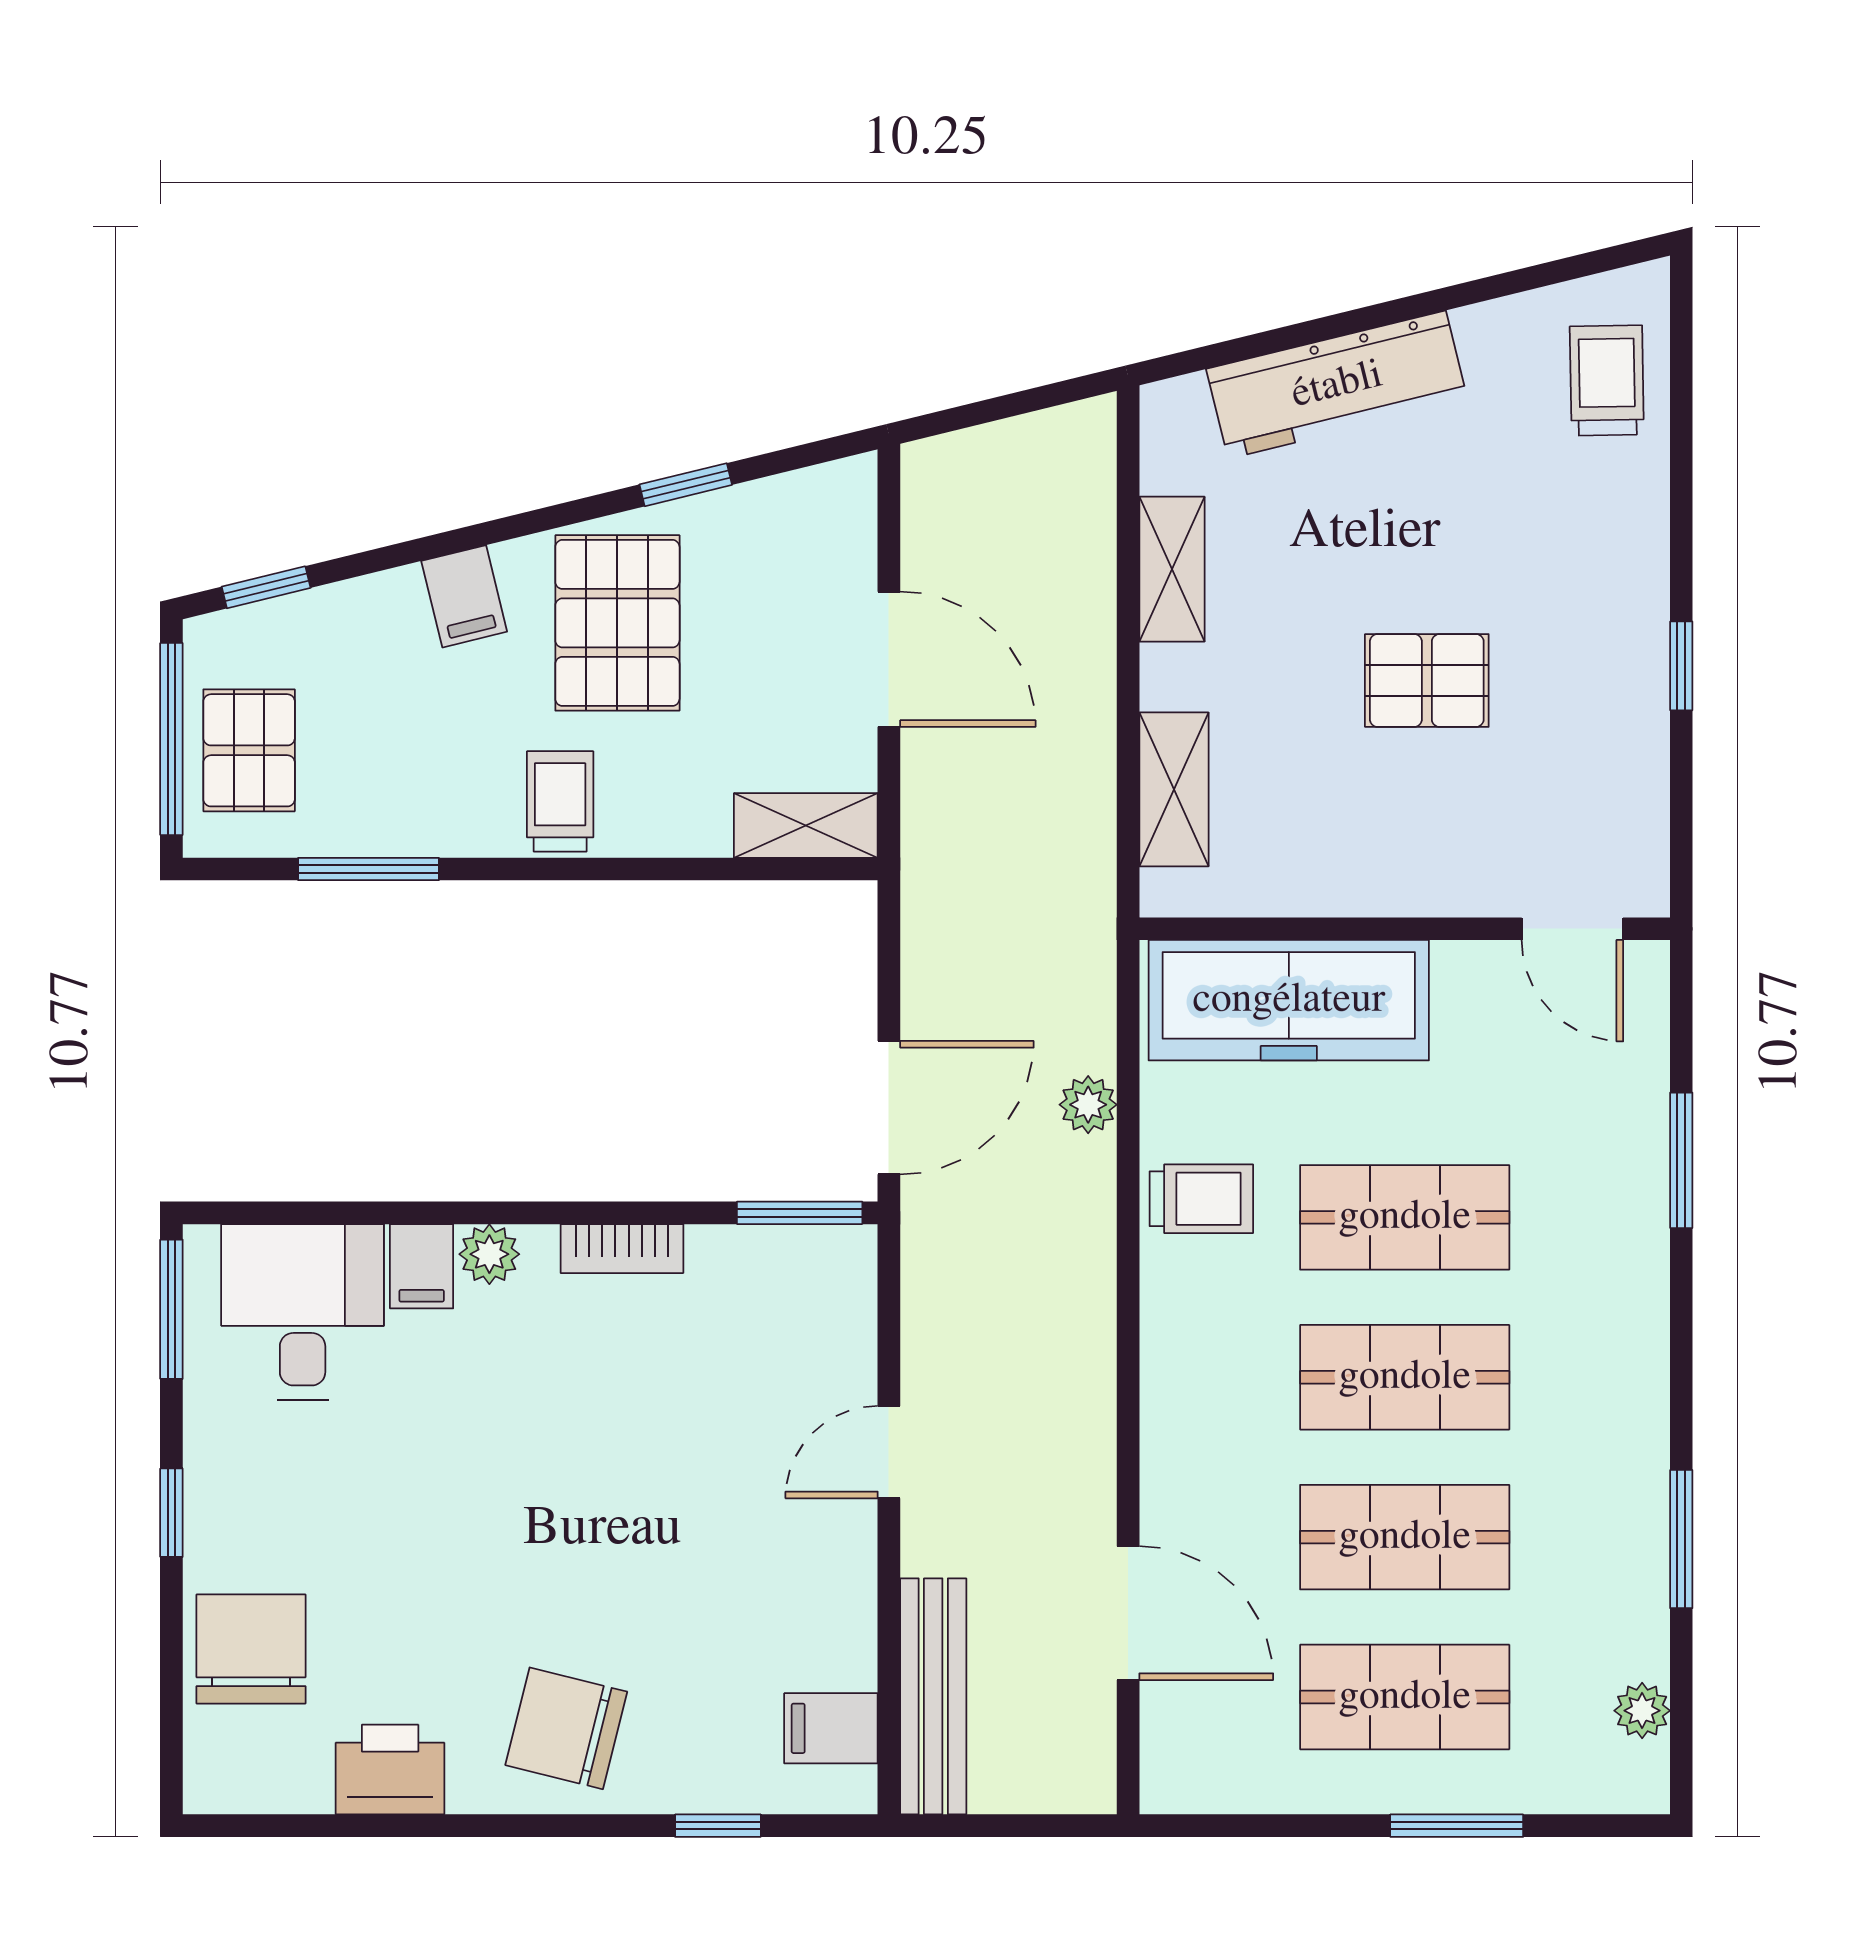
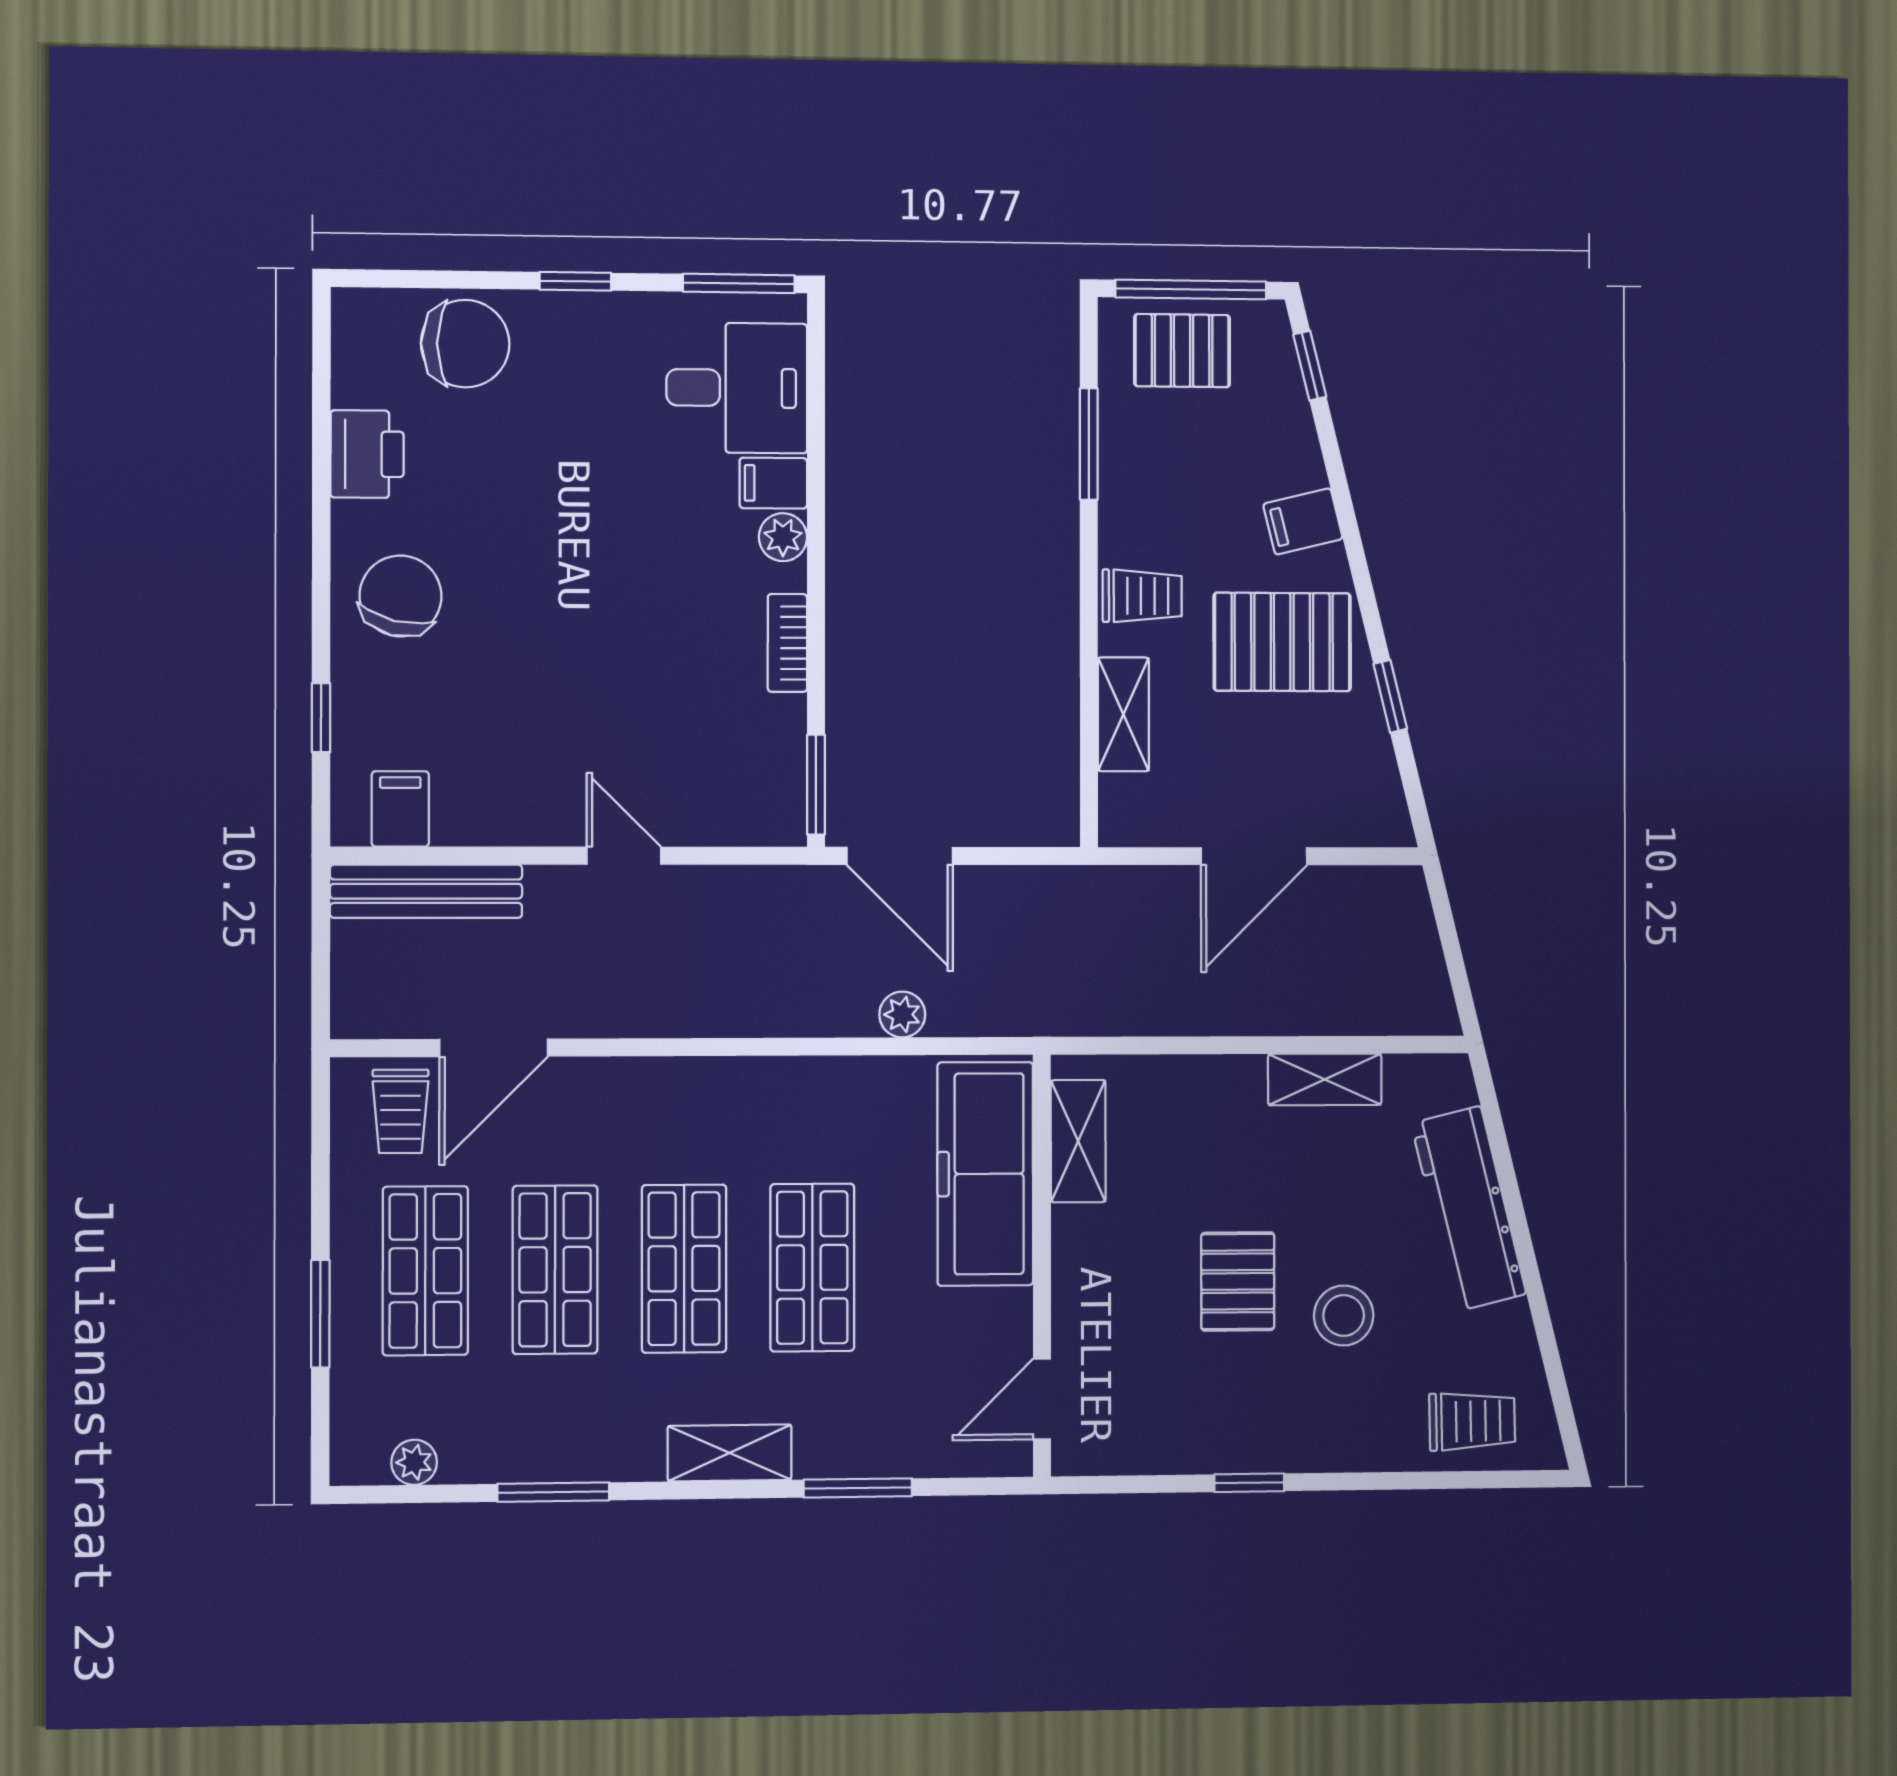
stool: (1471, 545) -> (1344, 1315), added
shelving: (1174, 789) -> (1078, 1141), moved, turned 90
shelving: (806, 825) -> (1123, 714), moved
trolley: (1201, 1199) -> (400, 1111), moved
shelving: (1635, 1321) -> (730, 1453), added

